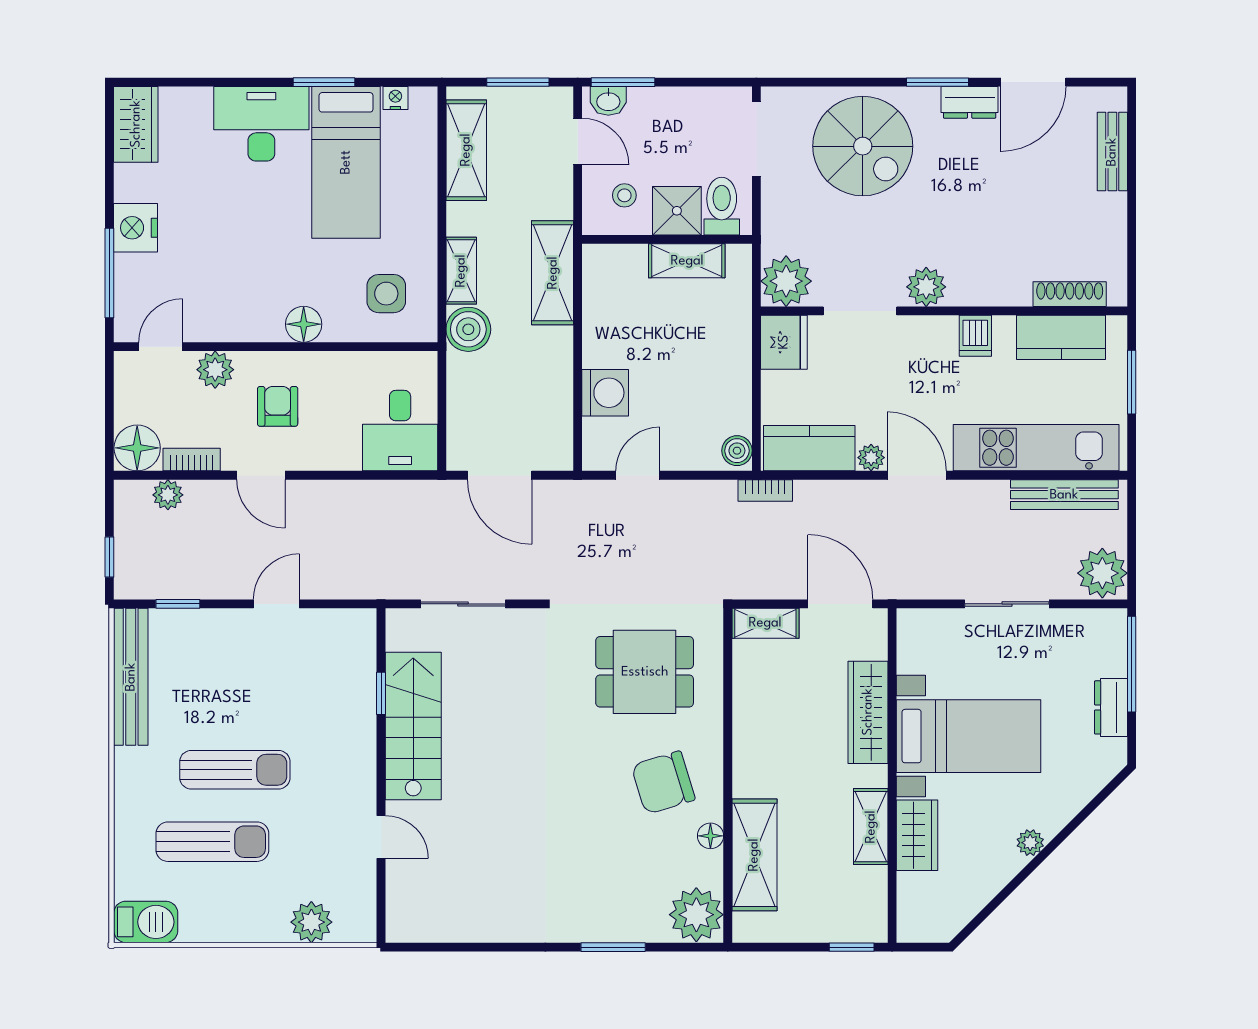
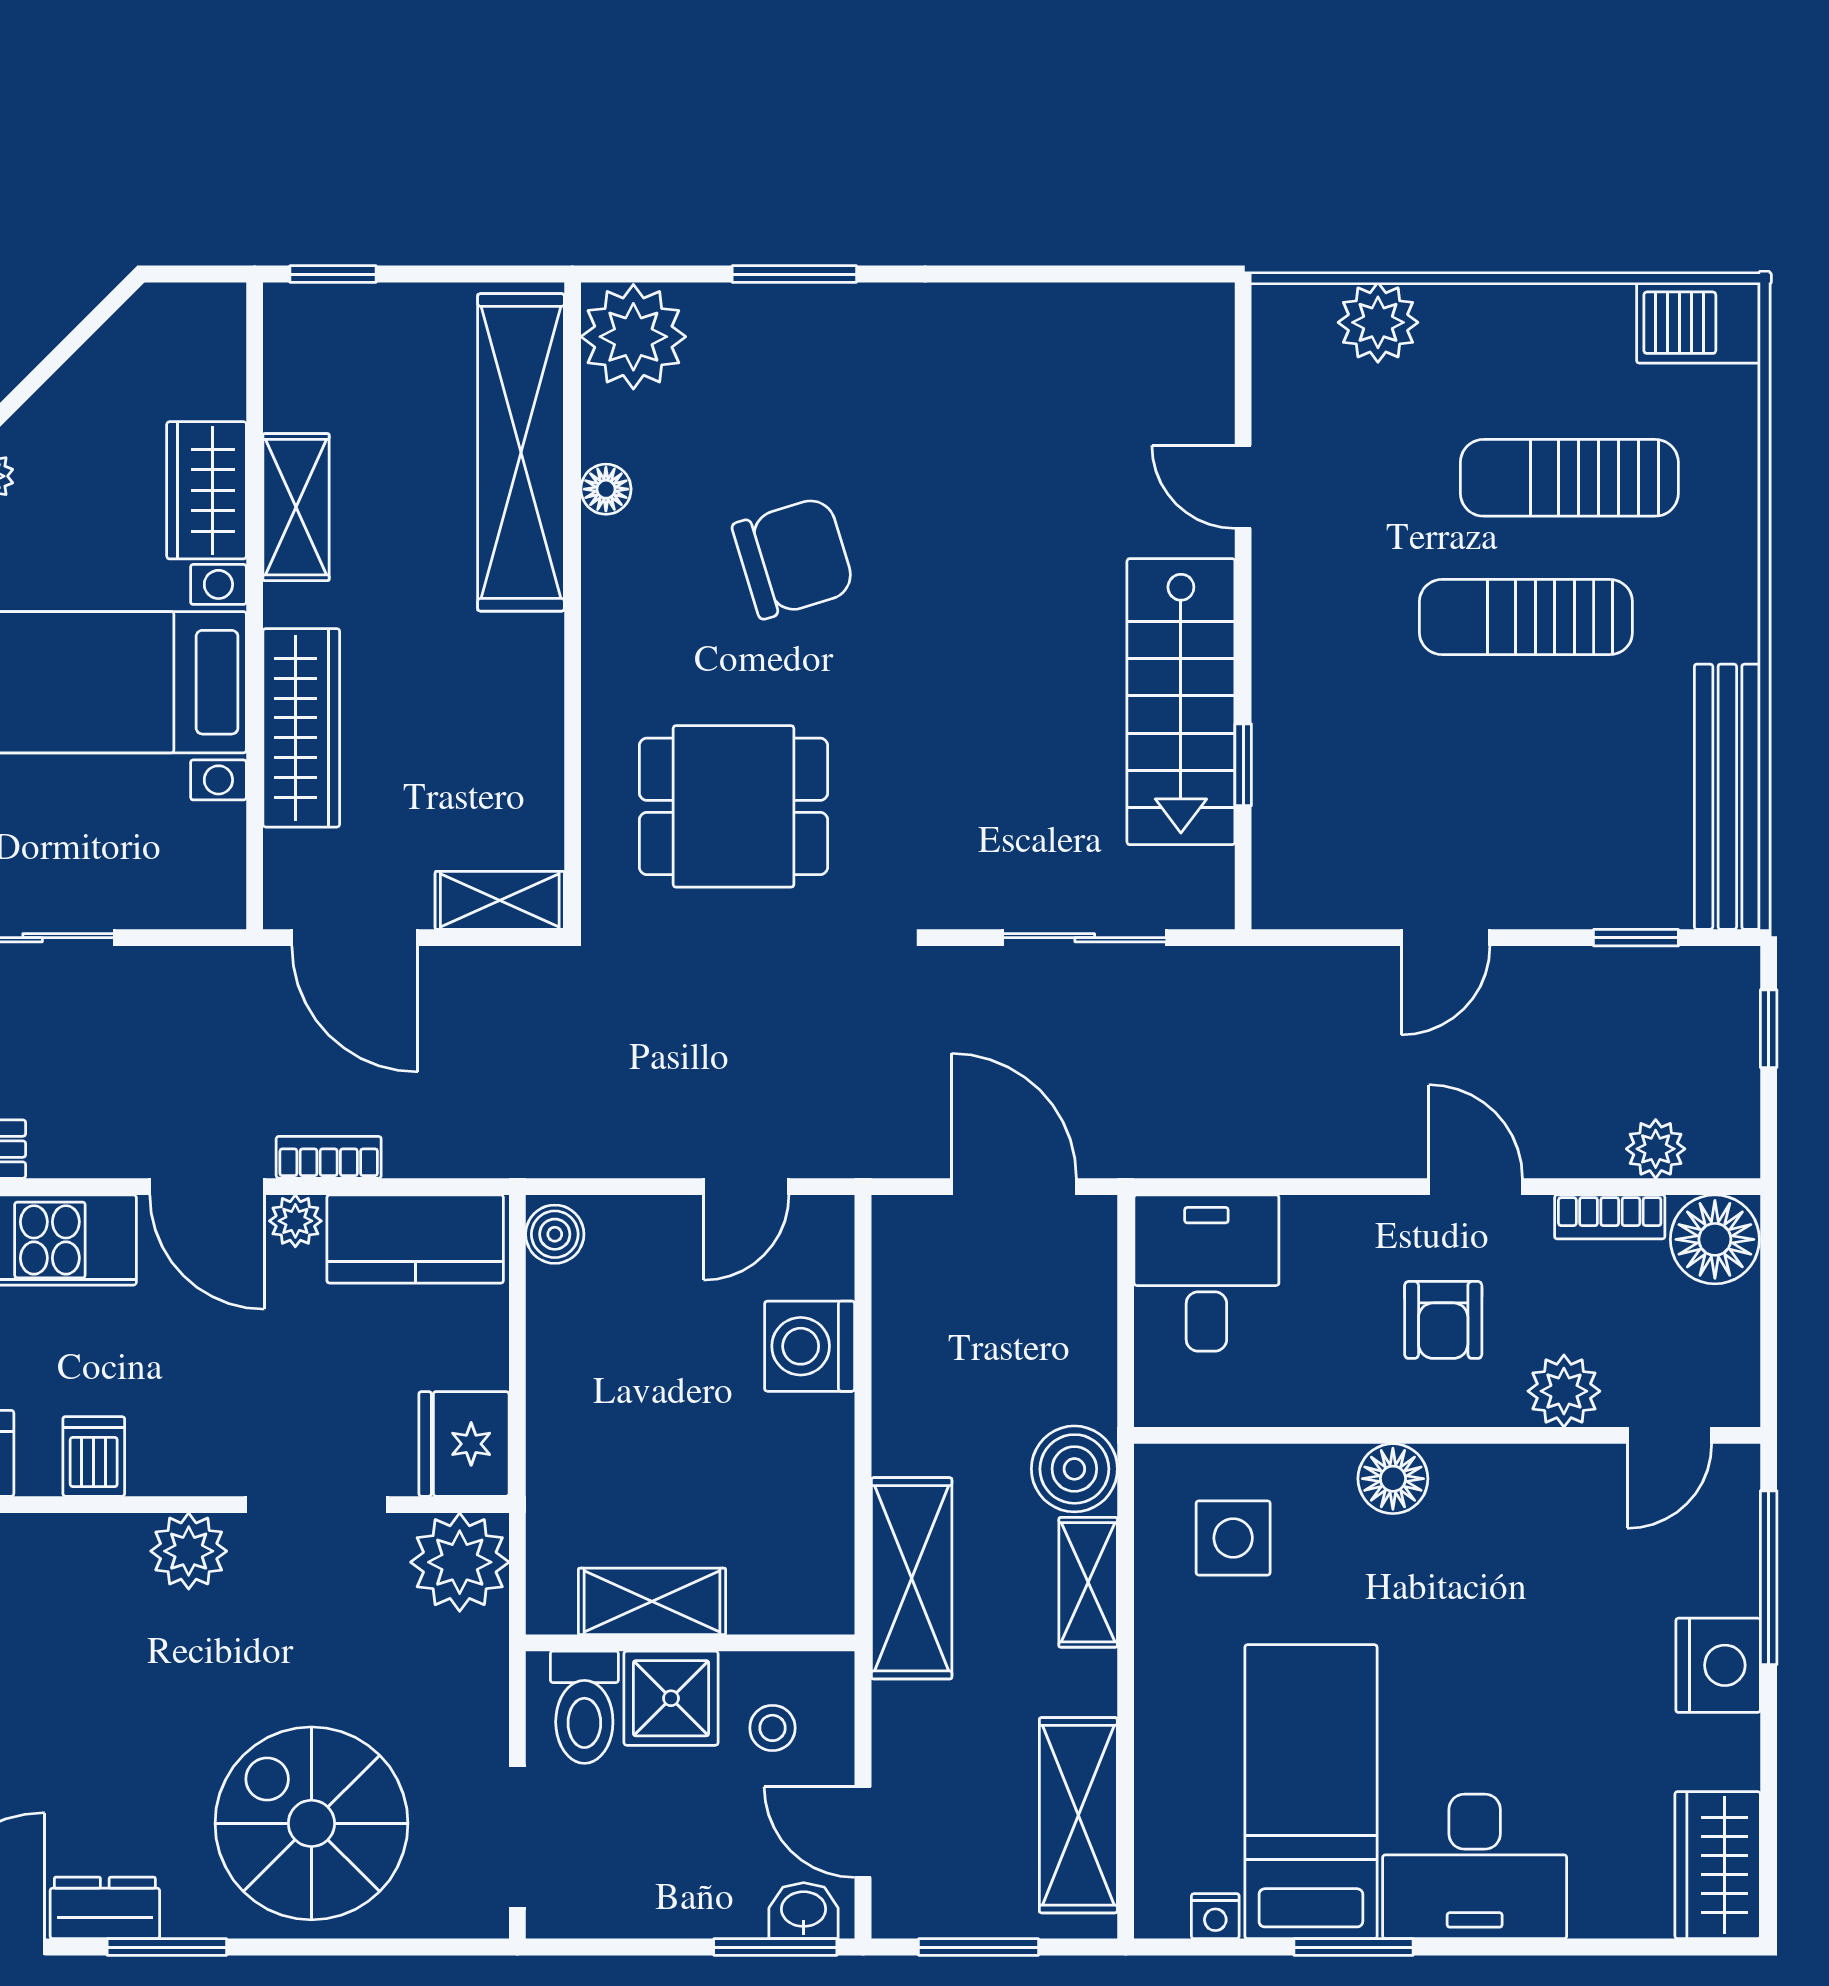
bookcase: (765, 490) -> (329, 1157), moved
chair: (663, 783) -> (794, 558), moved
shelving: (754, 855) -> (521, 452), width x1.47

